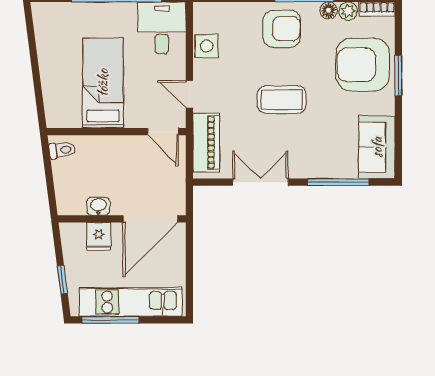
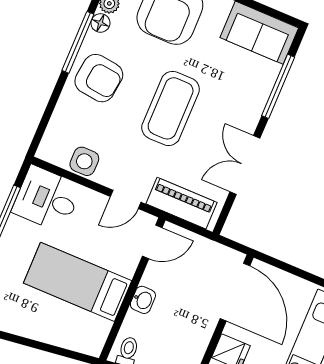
armchair: (282, 29) -> (99, 78), turned 97
coffee table: (282, 100) -> (171, 108), width x1.36, depth x1.32
washbasin: (98, 206) -> (143, 300), moved, turned 180

